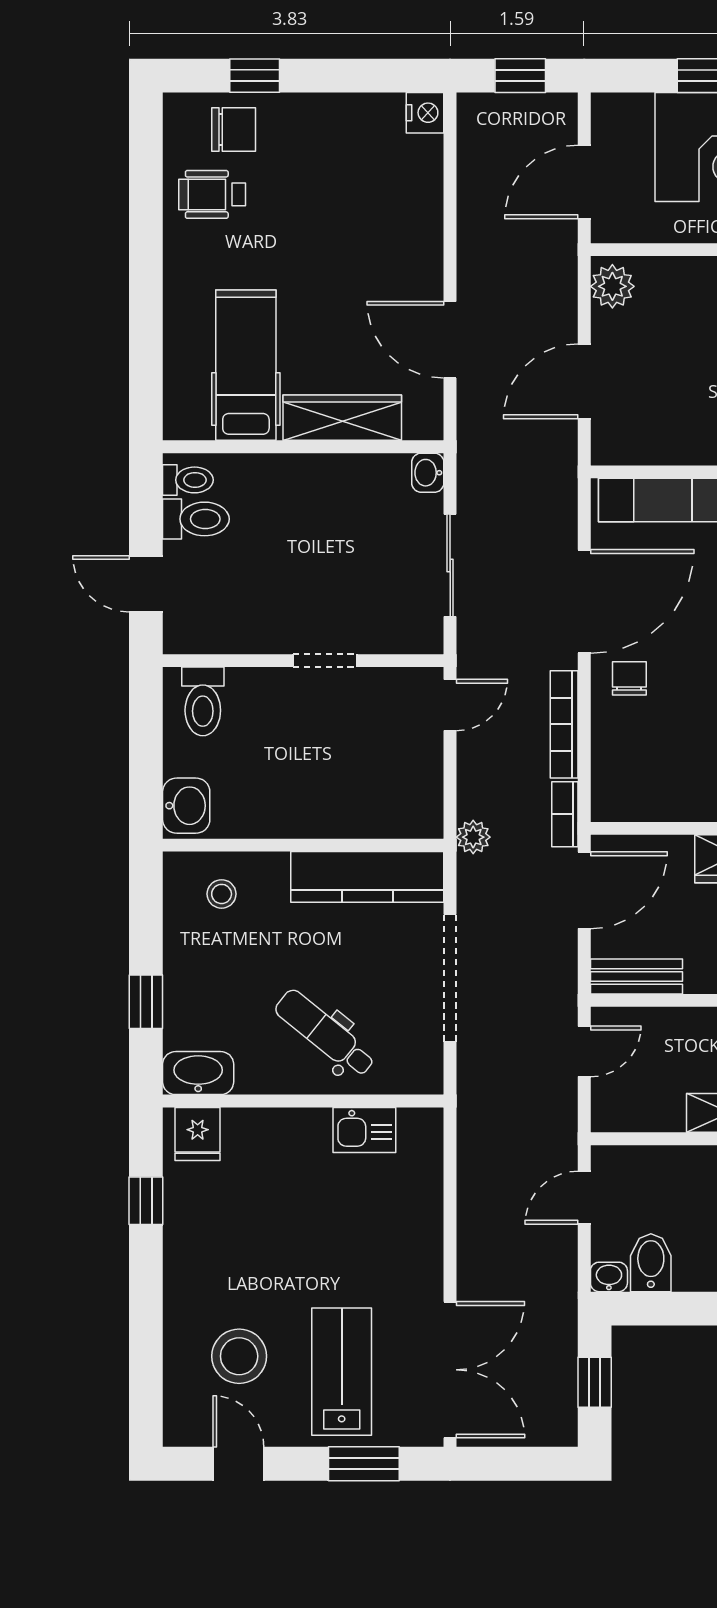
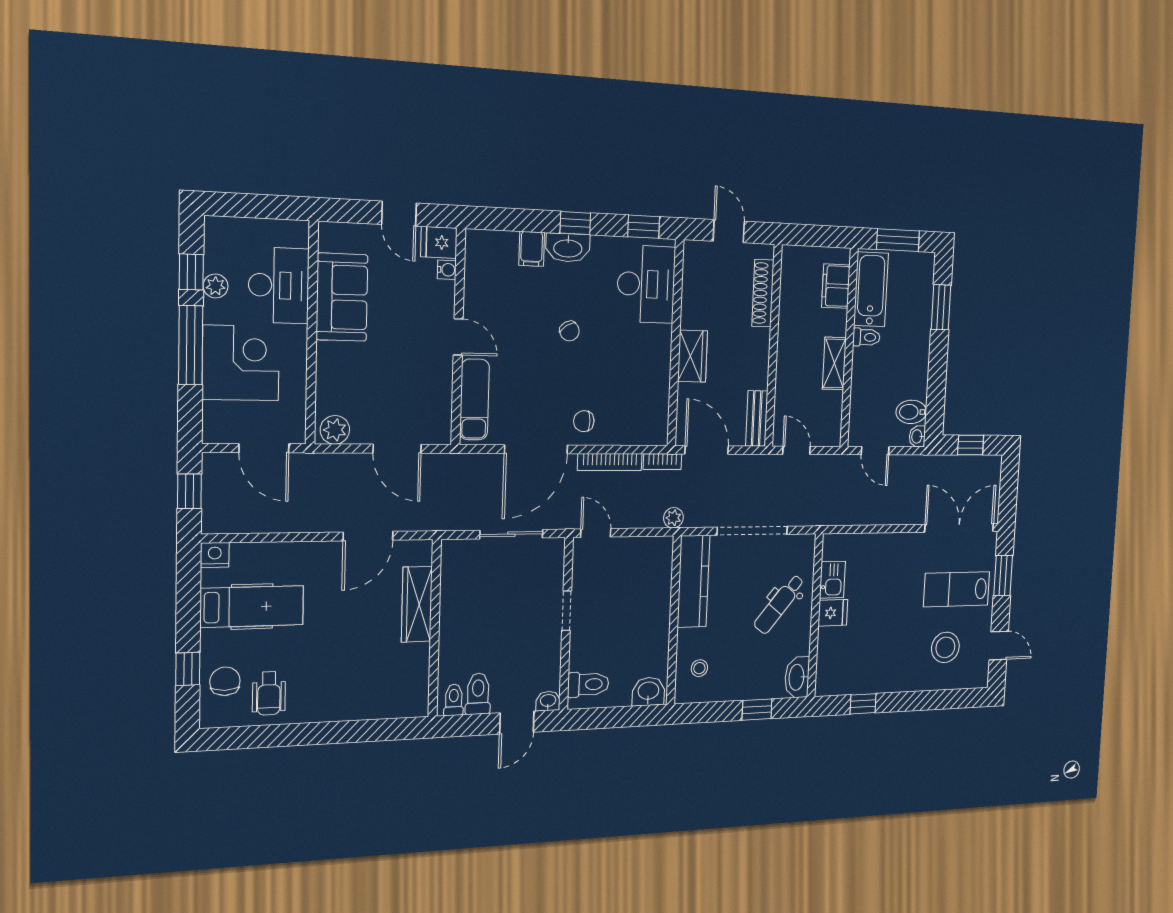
hospital bed: (246, 365) -> (252, 607), moved, turned 180
washbasin: (428, 473) -> (548, 701), moved, turned 180
door: (584, 601) -> (536, 449), swing flipped
fridge: (198, 1134) -> (833, 613), moved
door: (238, 1464) -> (999, 646), swing flipped

